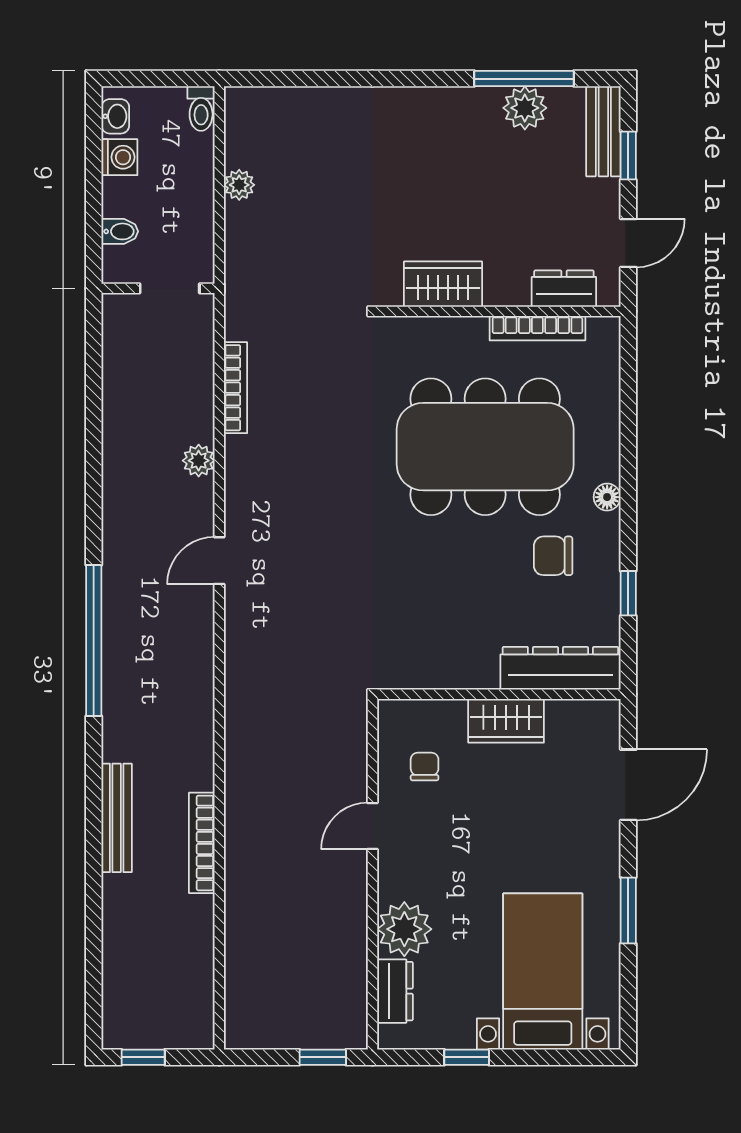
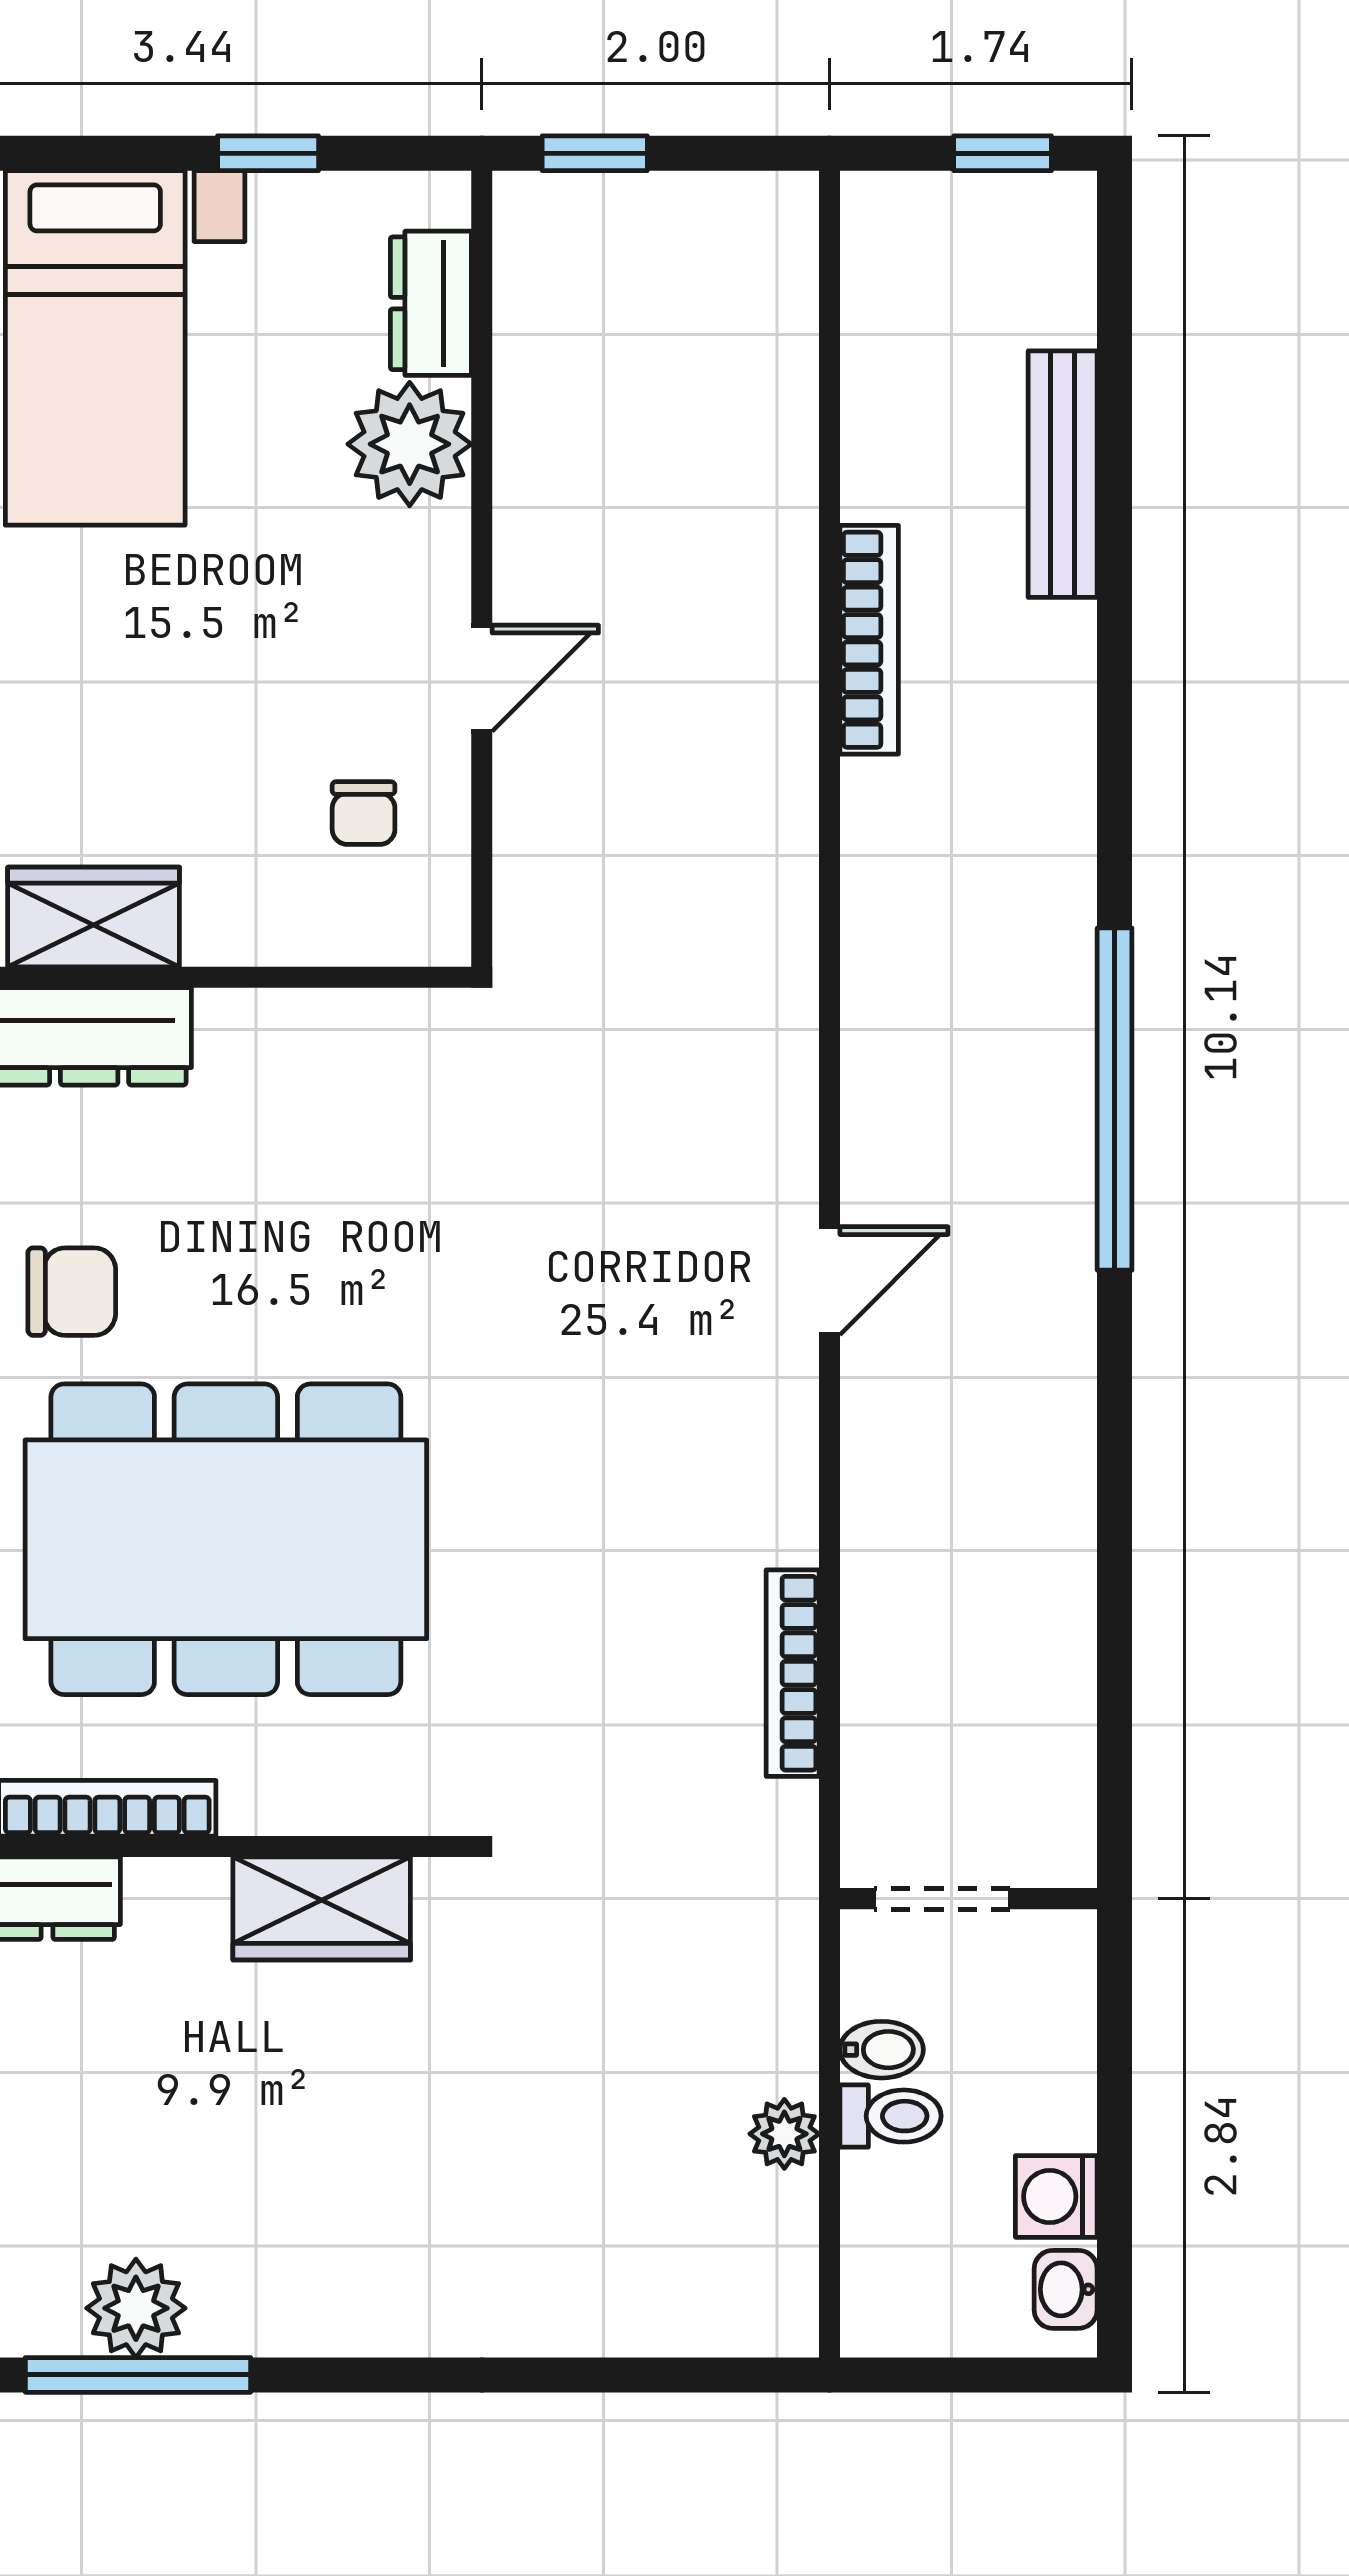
toilet: (201, 109) -> (891, 2116), moved, turned 90
bidet: (120, 231) -> (882, 2050), moved, turned 180
plant: (199, 461) -> (876, 1508), removed
wardrobe: (506, 721) -> (94, 917), moved
bench: (117, 818) -> (1063, 474), moved

